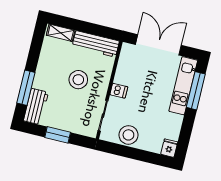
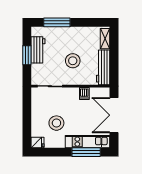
double door: (158, 45) -> (114, 115), swing flipped
dishwasher: (119, 91) -> (84, 94), moved
workbench: (36, 107) -> (38, 50), moved, turned -90
stool: (128, 135) -> (56, 123), moved

